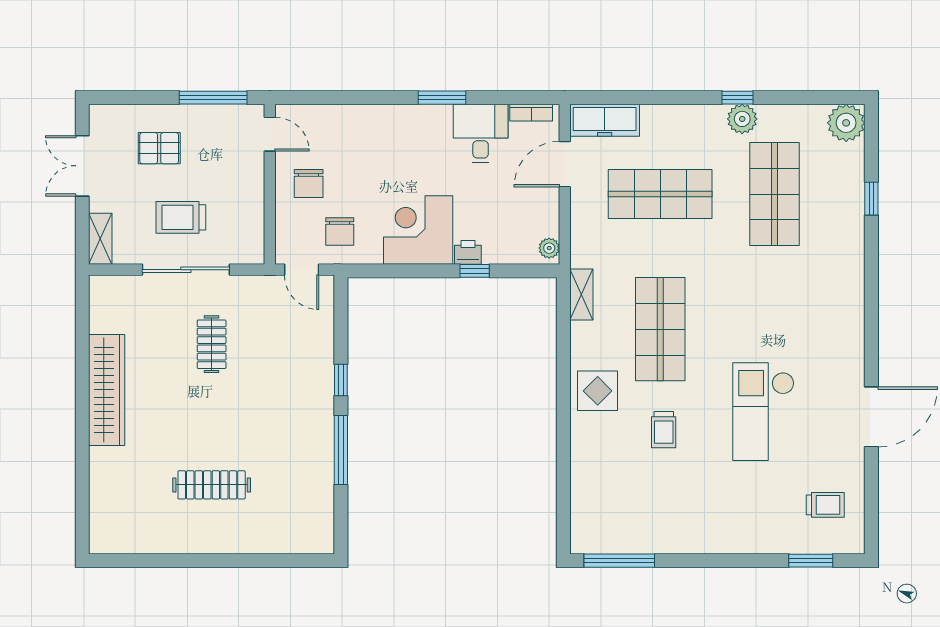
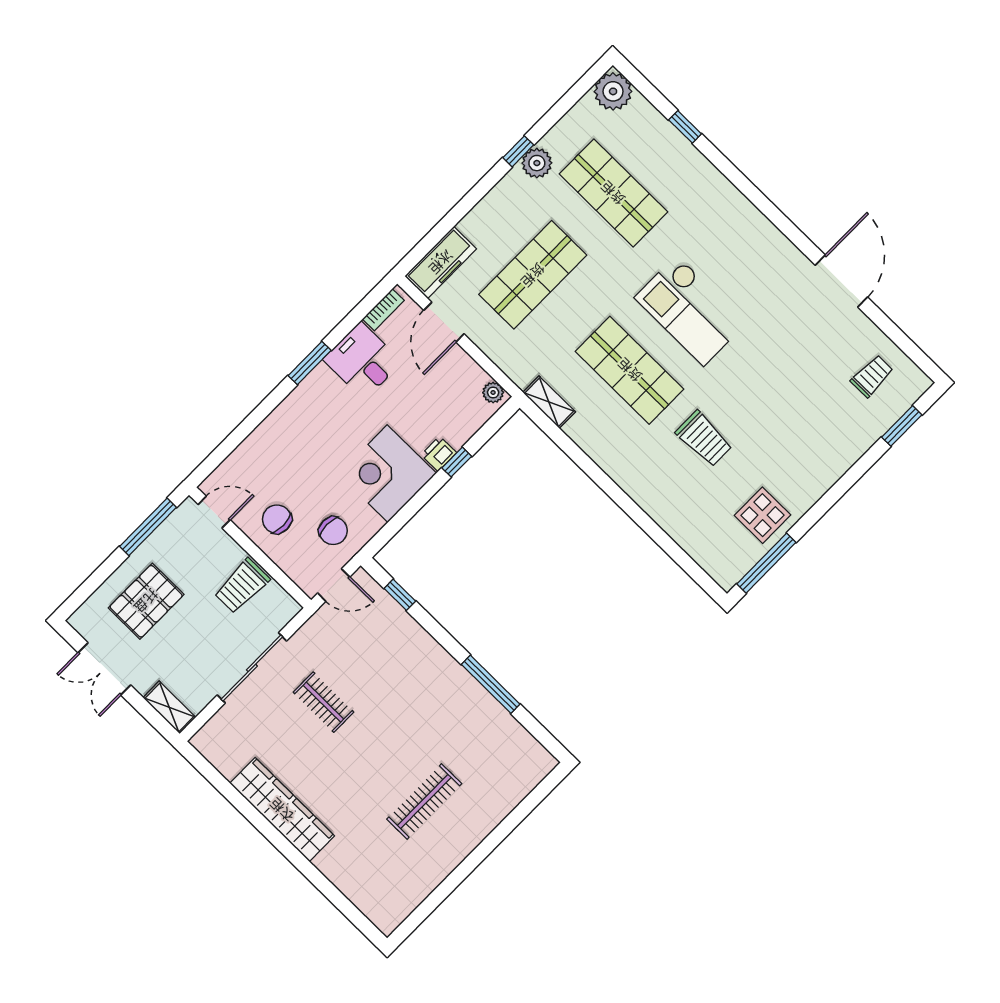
pallet: (159, 148) -> (146, 601), width x1.50, depth x1.42
chair: (309, 183) -> (277, 519), turned 180
trolley: (181, 217) -> (242, 586), moved
window: (341, 380) -> (400, 595), moved
display table: (598, 391) -> (762, 515), moved
checkout: (763, 412) -> (690, 310), moved
trolley: (664, 430) -> (704, 439), width x1.36, depth x1.39

